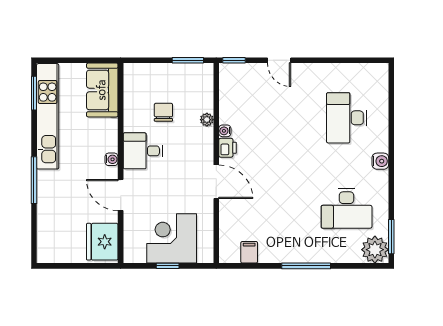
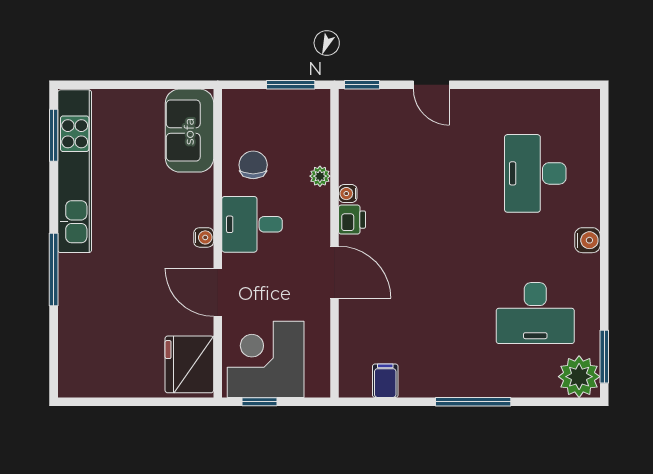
sofa: (102, 90) -> (189, 131), moved
desk: (143, 151) -> (252, 224), moved
water cooler: (111, 159) -> (204, 237), moved
wall: (121, 163) -> (218, 243), moved
door: (121, 195) -> (218, 292), moved
fridge: (102, 242) -> (189, 364), moved

